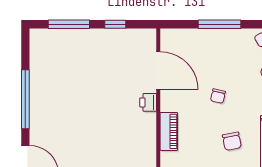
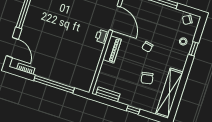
piano: (169, 131) -> (112, 49), moved

